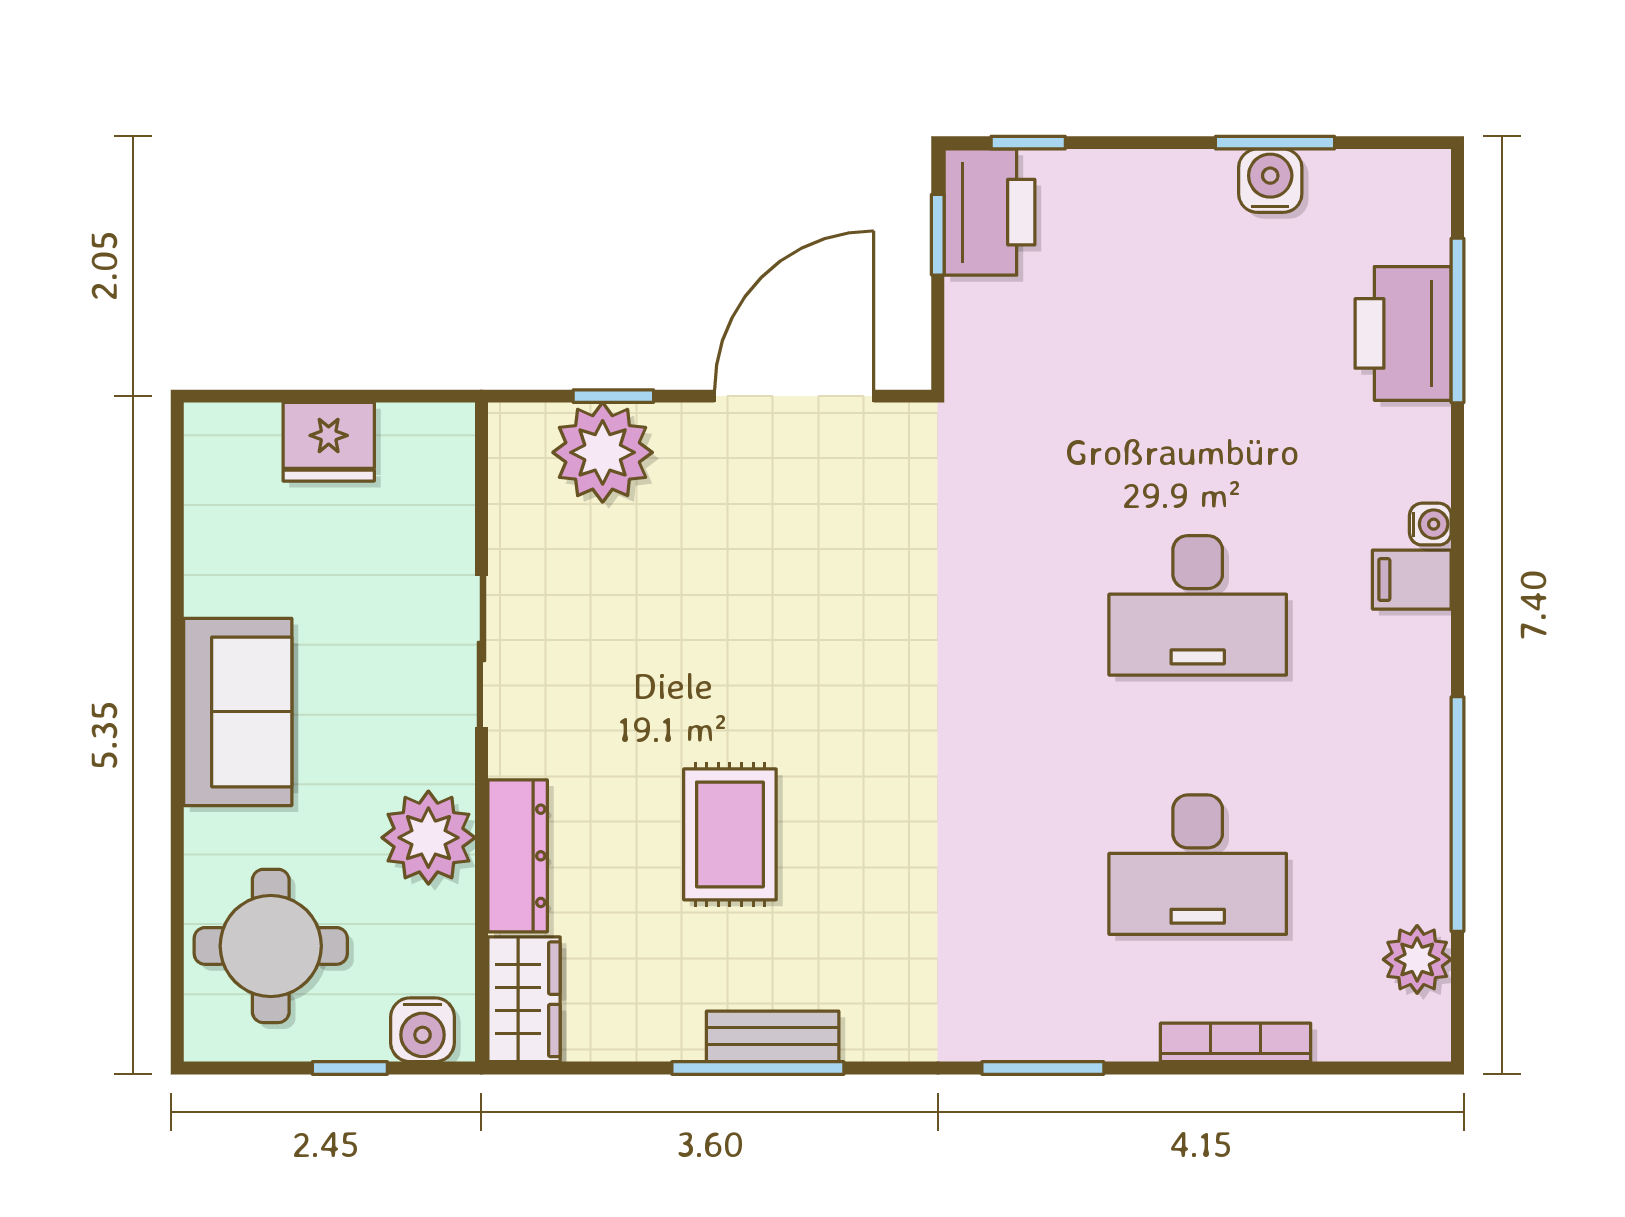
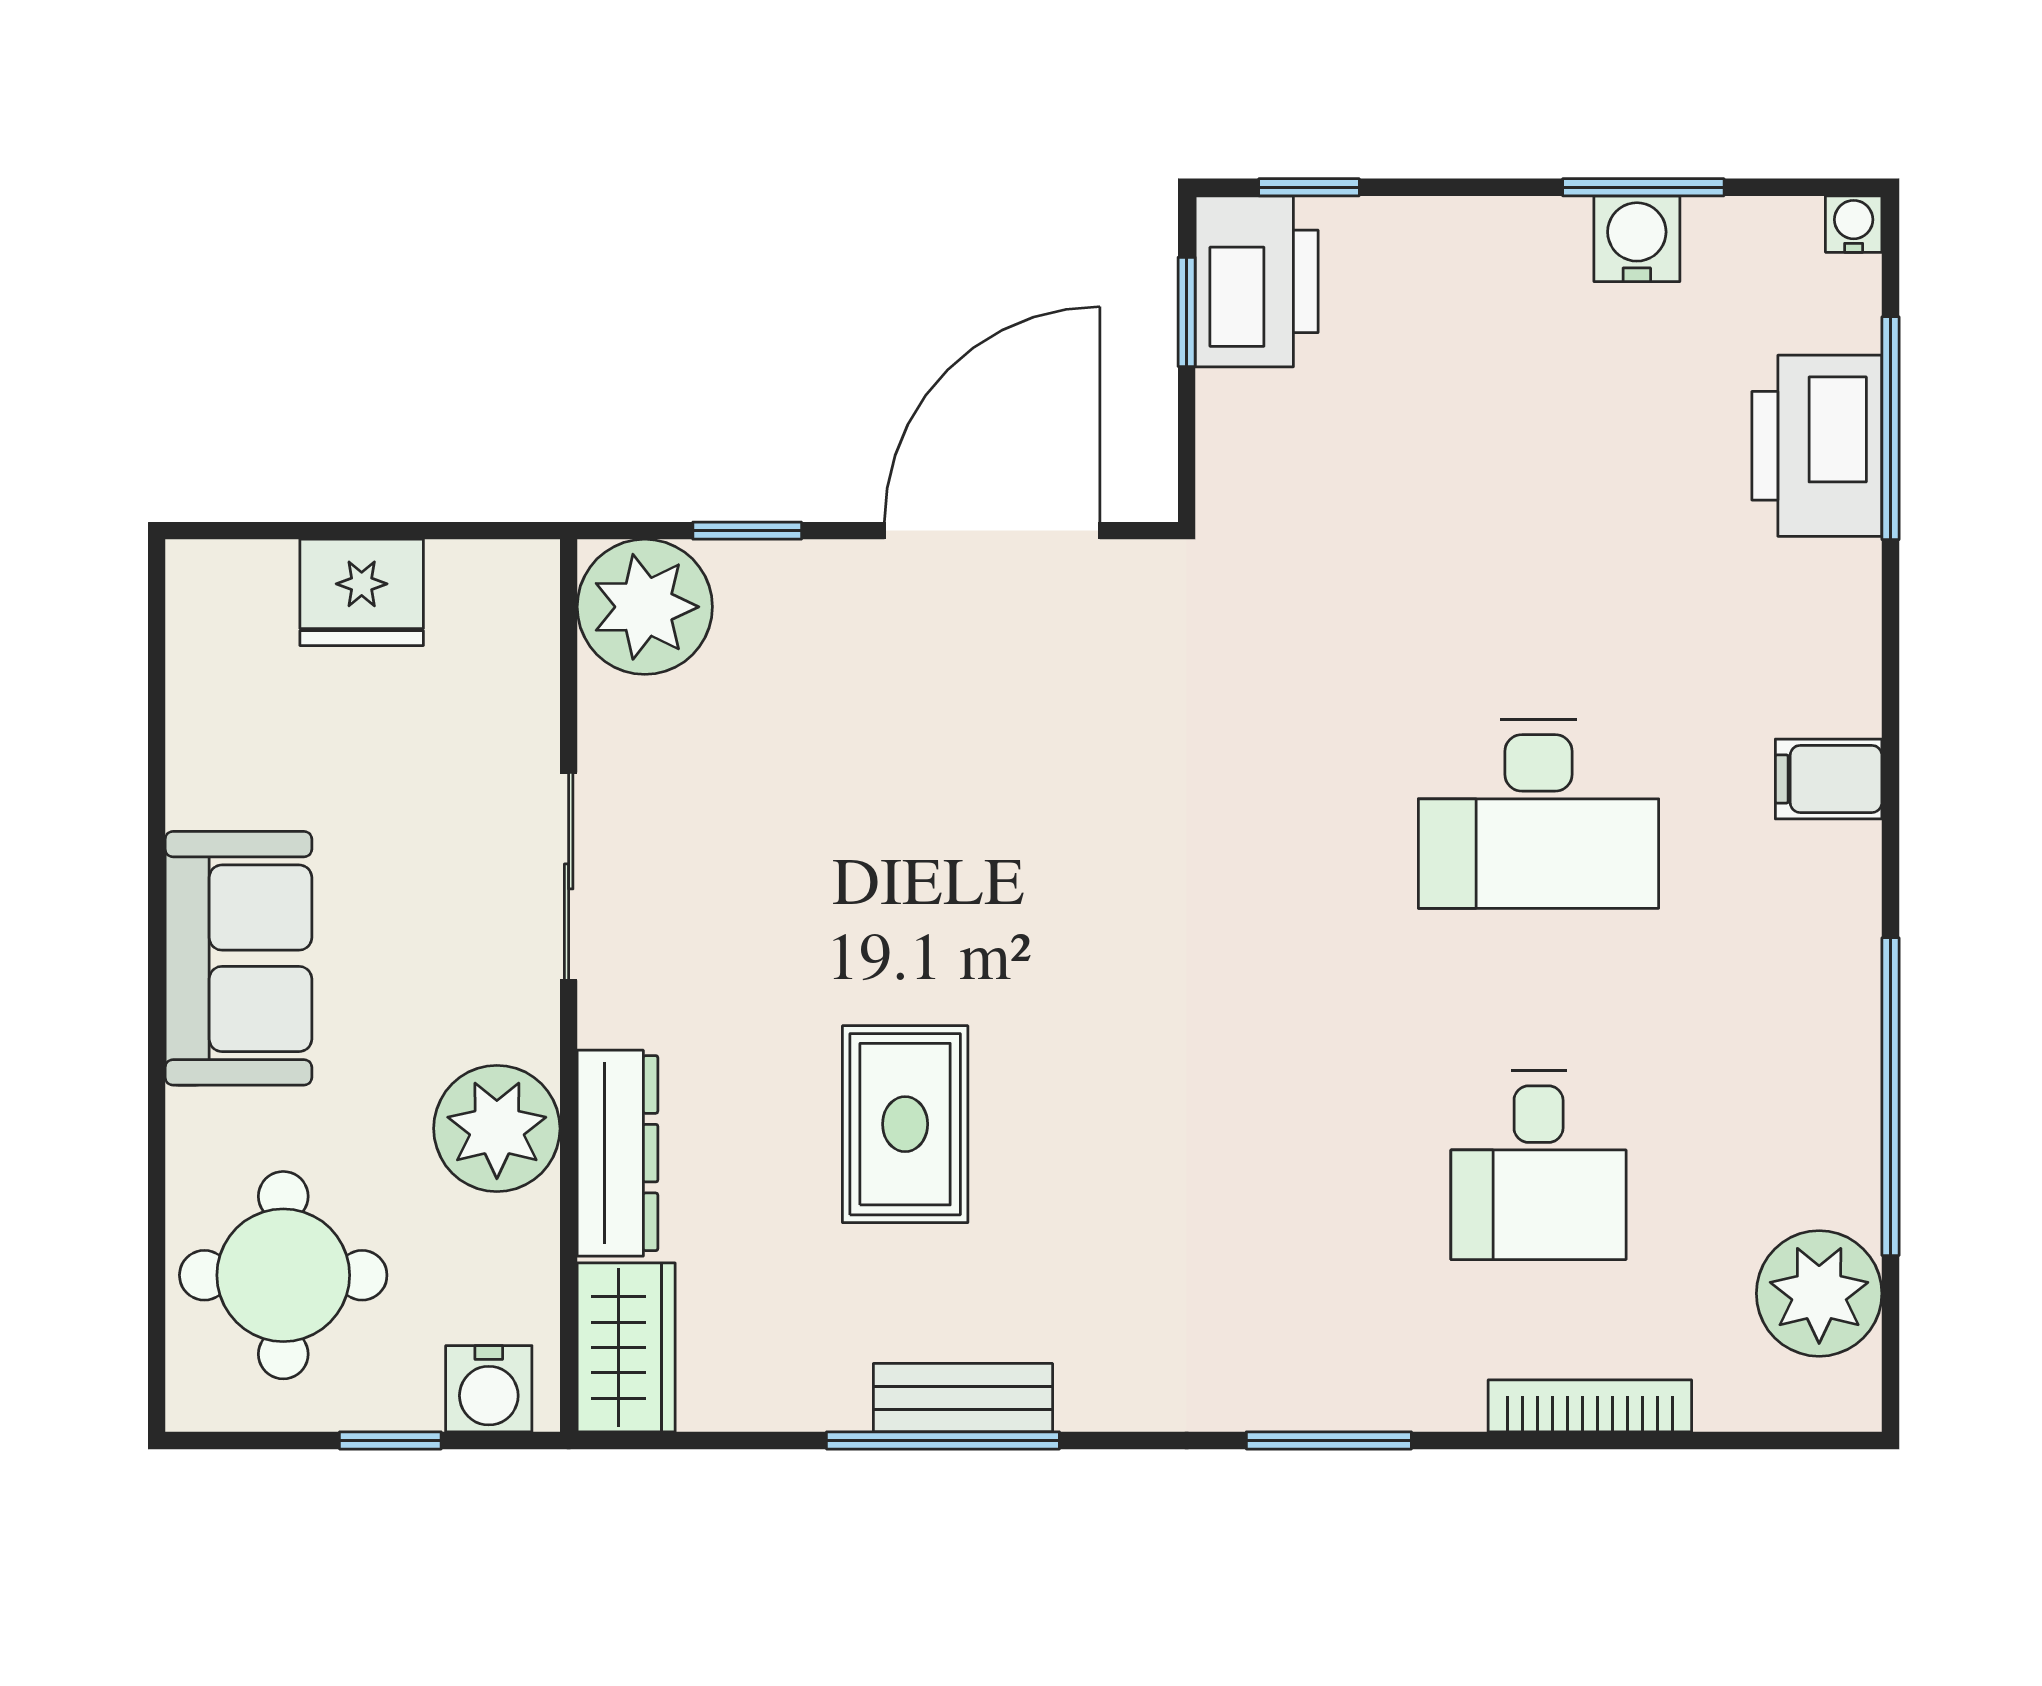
plant: (603, 452) -> (645, 607), moved
water cooler: (1430, 524) -> (1854, 224), moved, turned -90
desk: (1198, 865) -> (1539, 1165), width x0.73
plant: (1417, 959) -> (1819, 1293), width x1.36, depth x1.36

